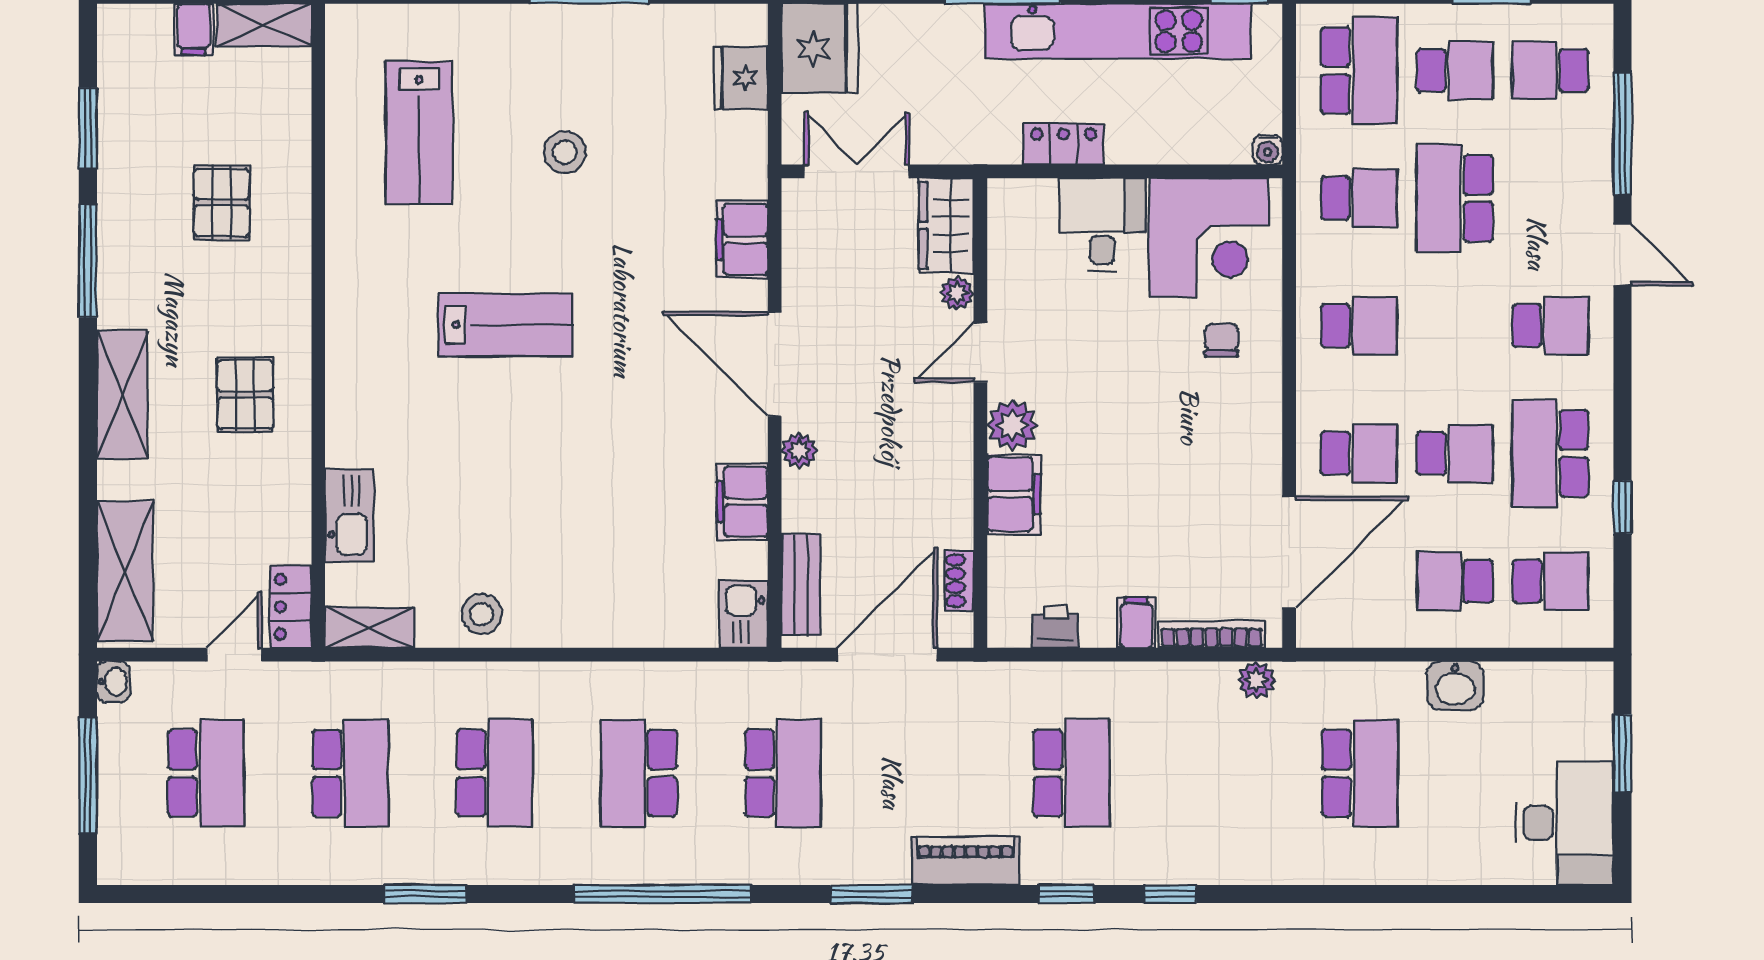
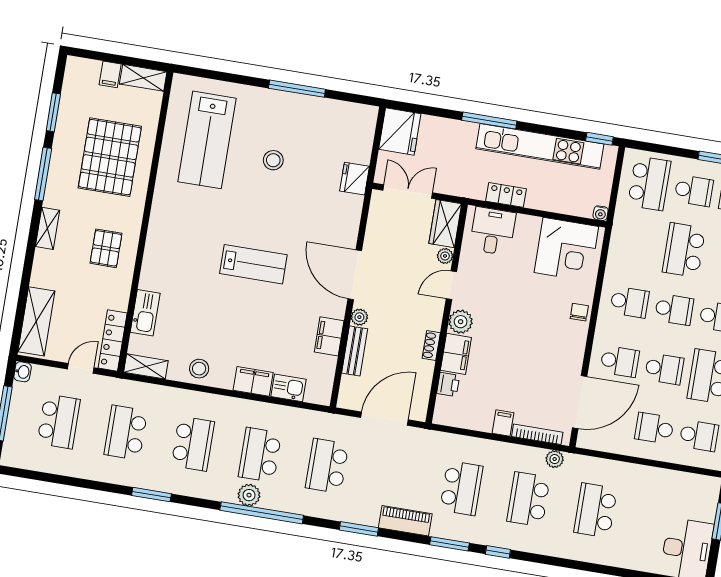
fridge: (741, 78) -> (355, 179), moved
lab bench: (419, 133) -> (207, 140), width x1.36, depth x1.39
school desk: (1359, 198) -> (674, 309), moved
pallet: (222, 203) -> (110, 157), width x2.05, depth x2.00
desk: (1102, 225) -> (493, 231), moved
filing cabinet: (742, 240) -> (253, 381), moved, turned 90
lab bench: (506, 325) -> (253, 264), moved
chair: (1222, 340) -> (579, 312), moved
shelving: (122, 394) -> (47, 228), width x0.67, depth x0.75
shoe rack: (959, 580) -> (431, 346), moved
bench: (801, 584) -> (355, 351), moved
locker: (291, 607) -> (113, 340), width x1.53
kitchen sink: (743, 614) -> (288, 388), moved, turned 90
printer: (1055, 627) -> (448, 384), moved, turned 90
washbasin: (1455, 685) -> (647, 477), removed
school desk: (350, 773) -> (126, 433), turned 180
school desk: (783, 773) -> (327, 466), turned 180
school desk: (1216, 773) -> (528, 499), added
school desk: (1360, 773) -> (596, 510), turned 180
plant: (630, 861) -> (249, 495), added
window: (1066, 894) -> (450, 544), width x1.50

